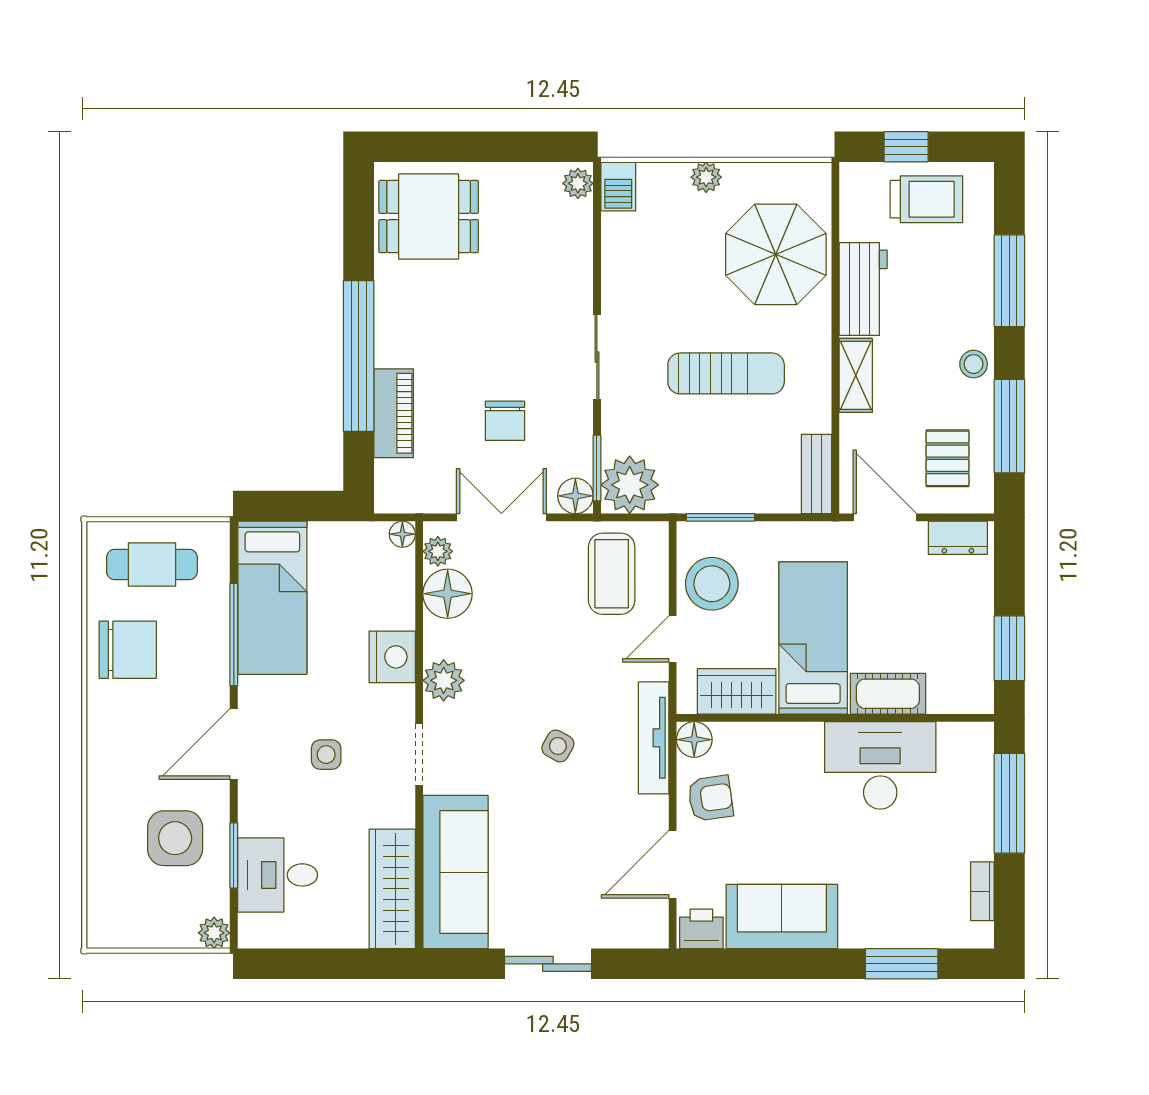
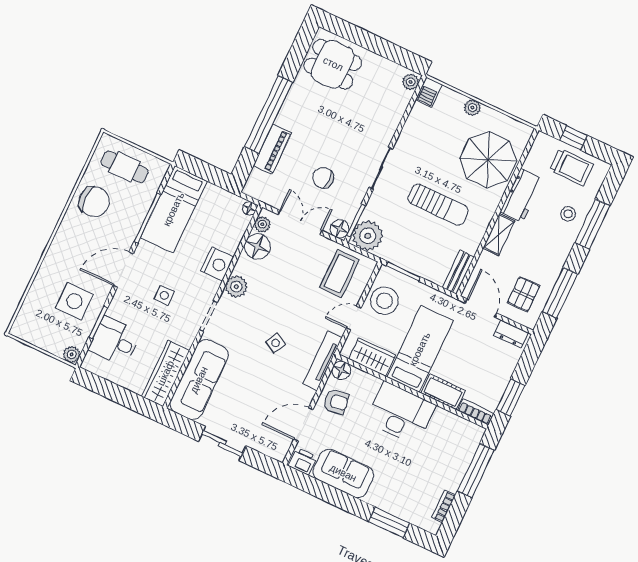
stool: (974, 364) -> (568, 214), moved
chair: (505, 421) -> (323, 178), turned 90
bookcase: (961, 701) -> (476, 412), added
desk: (880, 765) -> (400, 413), moved

